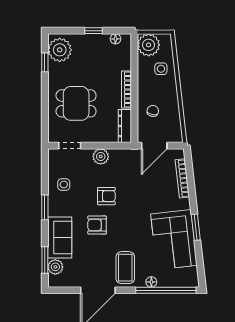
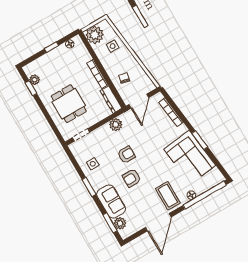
plant: (60, 50) -> (35, 80), width x0.53, depth x0.53
dining table: (76, 103) -> (69, 104), turned 90
plant: (101, 156) -> (116, 125), moved

